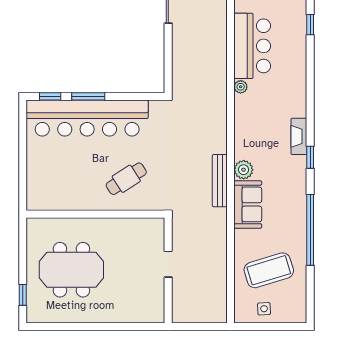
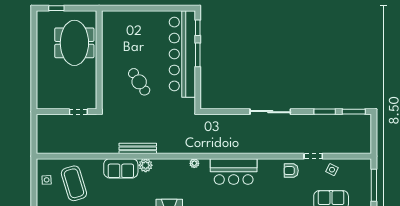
plant: (241, 87) -> (194, 163), moved
wall: (95, 214) -> (99, 60), moved

